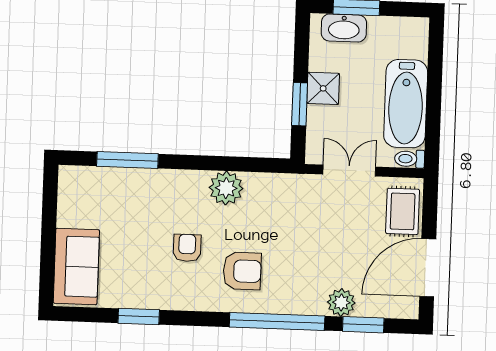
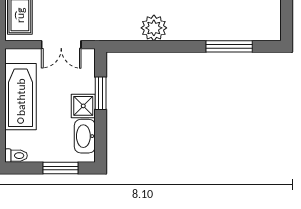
washbasin: (344, 28) -> (85, 136), moved, turned -90
toilet: (410, 159) -> (16, 156), moved

